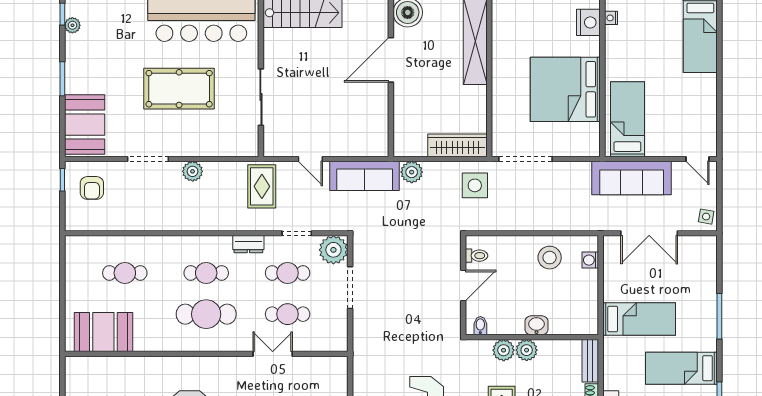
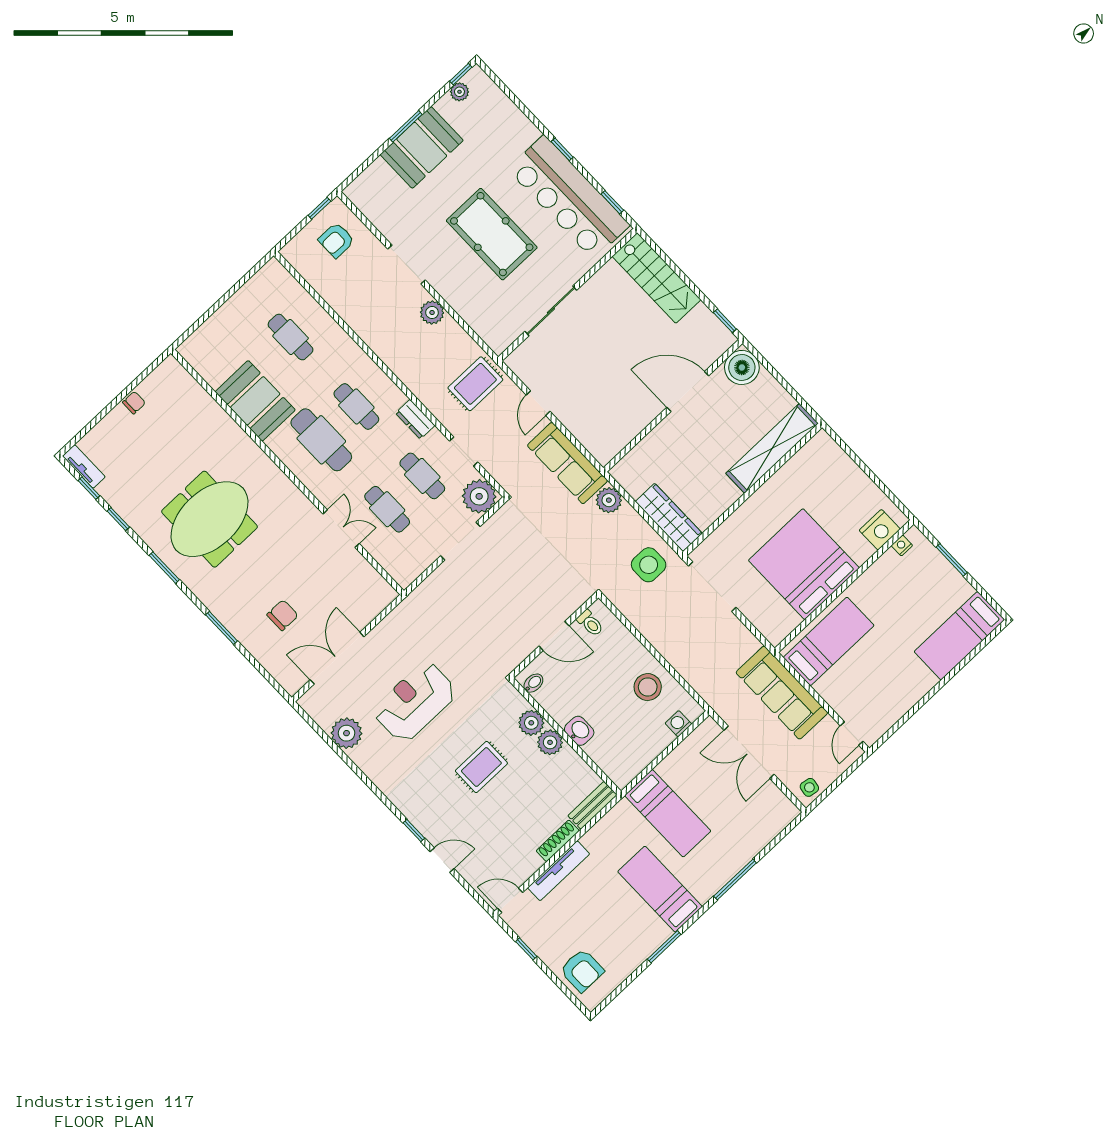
booth: (85, 125) -> (422, 147), moved
booth: (103, 332) -> (255, 401), moved

